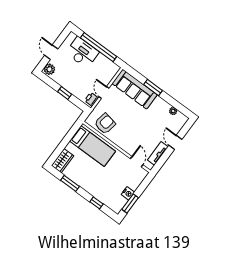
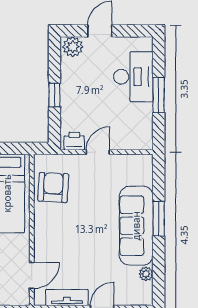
window: (99, 47) -> (159, 95), width x0.47
sofa: (135, 89) -> (136, 226), moved
armchair: (105, 124) -> (53, 187), turned -97

